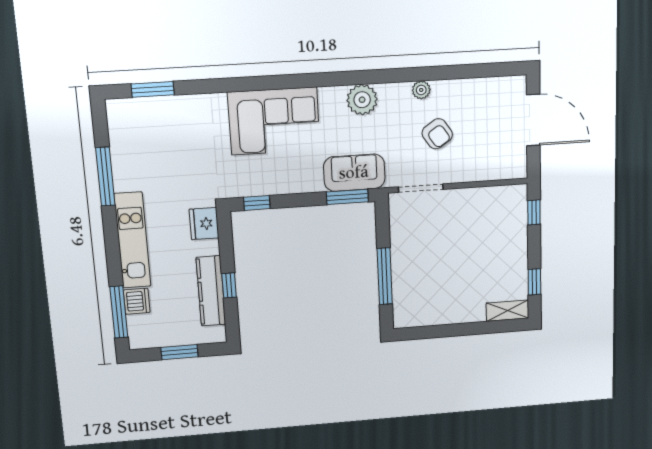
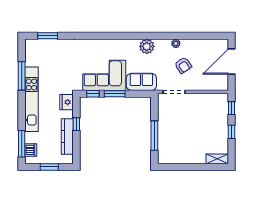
door: (533, 120) -> (231, 61), swing flipped
corner sofa: (274, 121) -> (104, 75), moved, turned 180
window: (347, 197) -> (115, 94), moved
kitchen unit: (132, 240) -> (31, 99), width x1.36
window: (534, 282) -> (231, 132), moved
window: (229, 285) -> (76, 124), moved
dishwasher: (137, 301) -> (31, 150), moved

